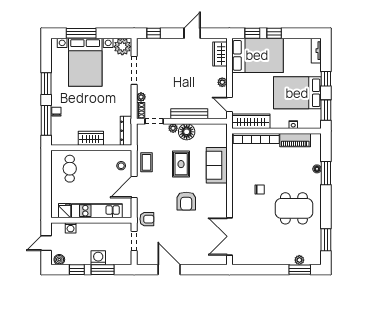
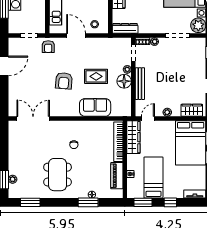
bed: (297, 93) -> (153, 178), width x0.67
coffee table: (146, 162) -> (98, 46), removed
armchair: (186, 201) -> (64, 81), turned -85

